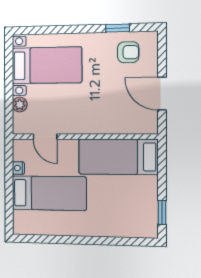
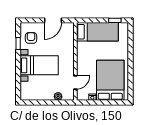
bed with nightstands: (47, 65) -> (39, 65), moved, turned 90
bed: (118, 157) -> (97, 32), moved, turned -90
bed: (49, 193) -> (110, 80), width x1.50

